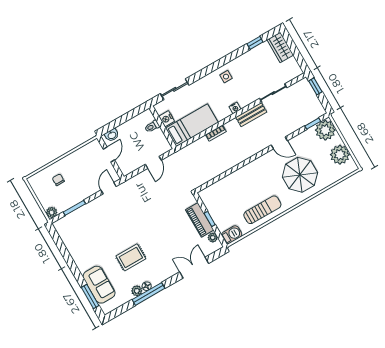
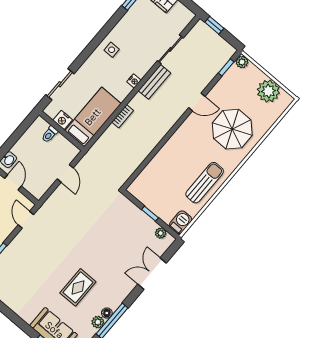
plant: (325, 130) -> (242, 62), width x0.53, depth x0.53
piano: (200, 220) -> (139, 219), removed

